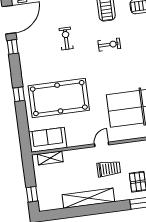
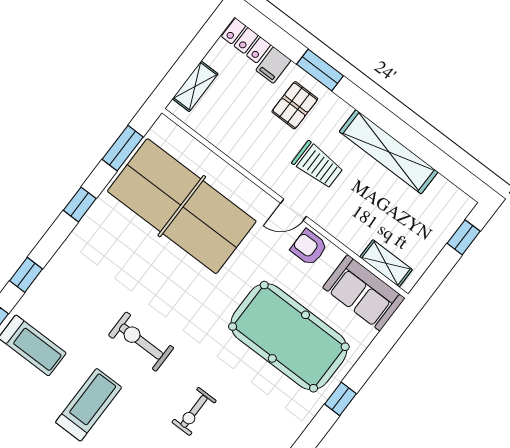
exercise bike: (109, 45) -> (141, 342), width x1.38, depth x1.39
armchair: (83, 136) -> (309, 248), added
trolley: (109, 169) -> (318, 165), turned 180

